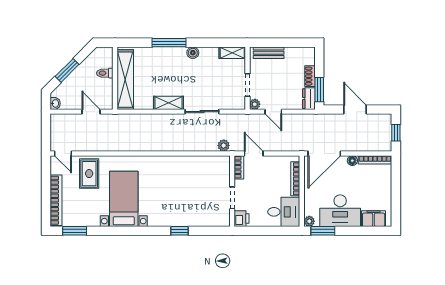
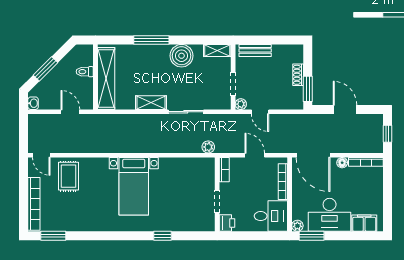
boiler: (193, 53) -> (182, 56), width x1.86, depth x1.86
dresser: (309, 99) -> (297, 98), removed
door: (254, 153) -> (255, 155), moved
door: (324, 153) -> (313, 155), hinge flipped
bed with nightstands: (124, 199) -> (134, 186), moved, turned 180

